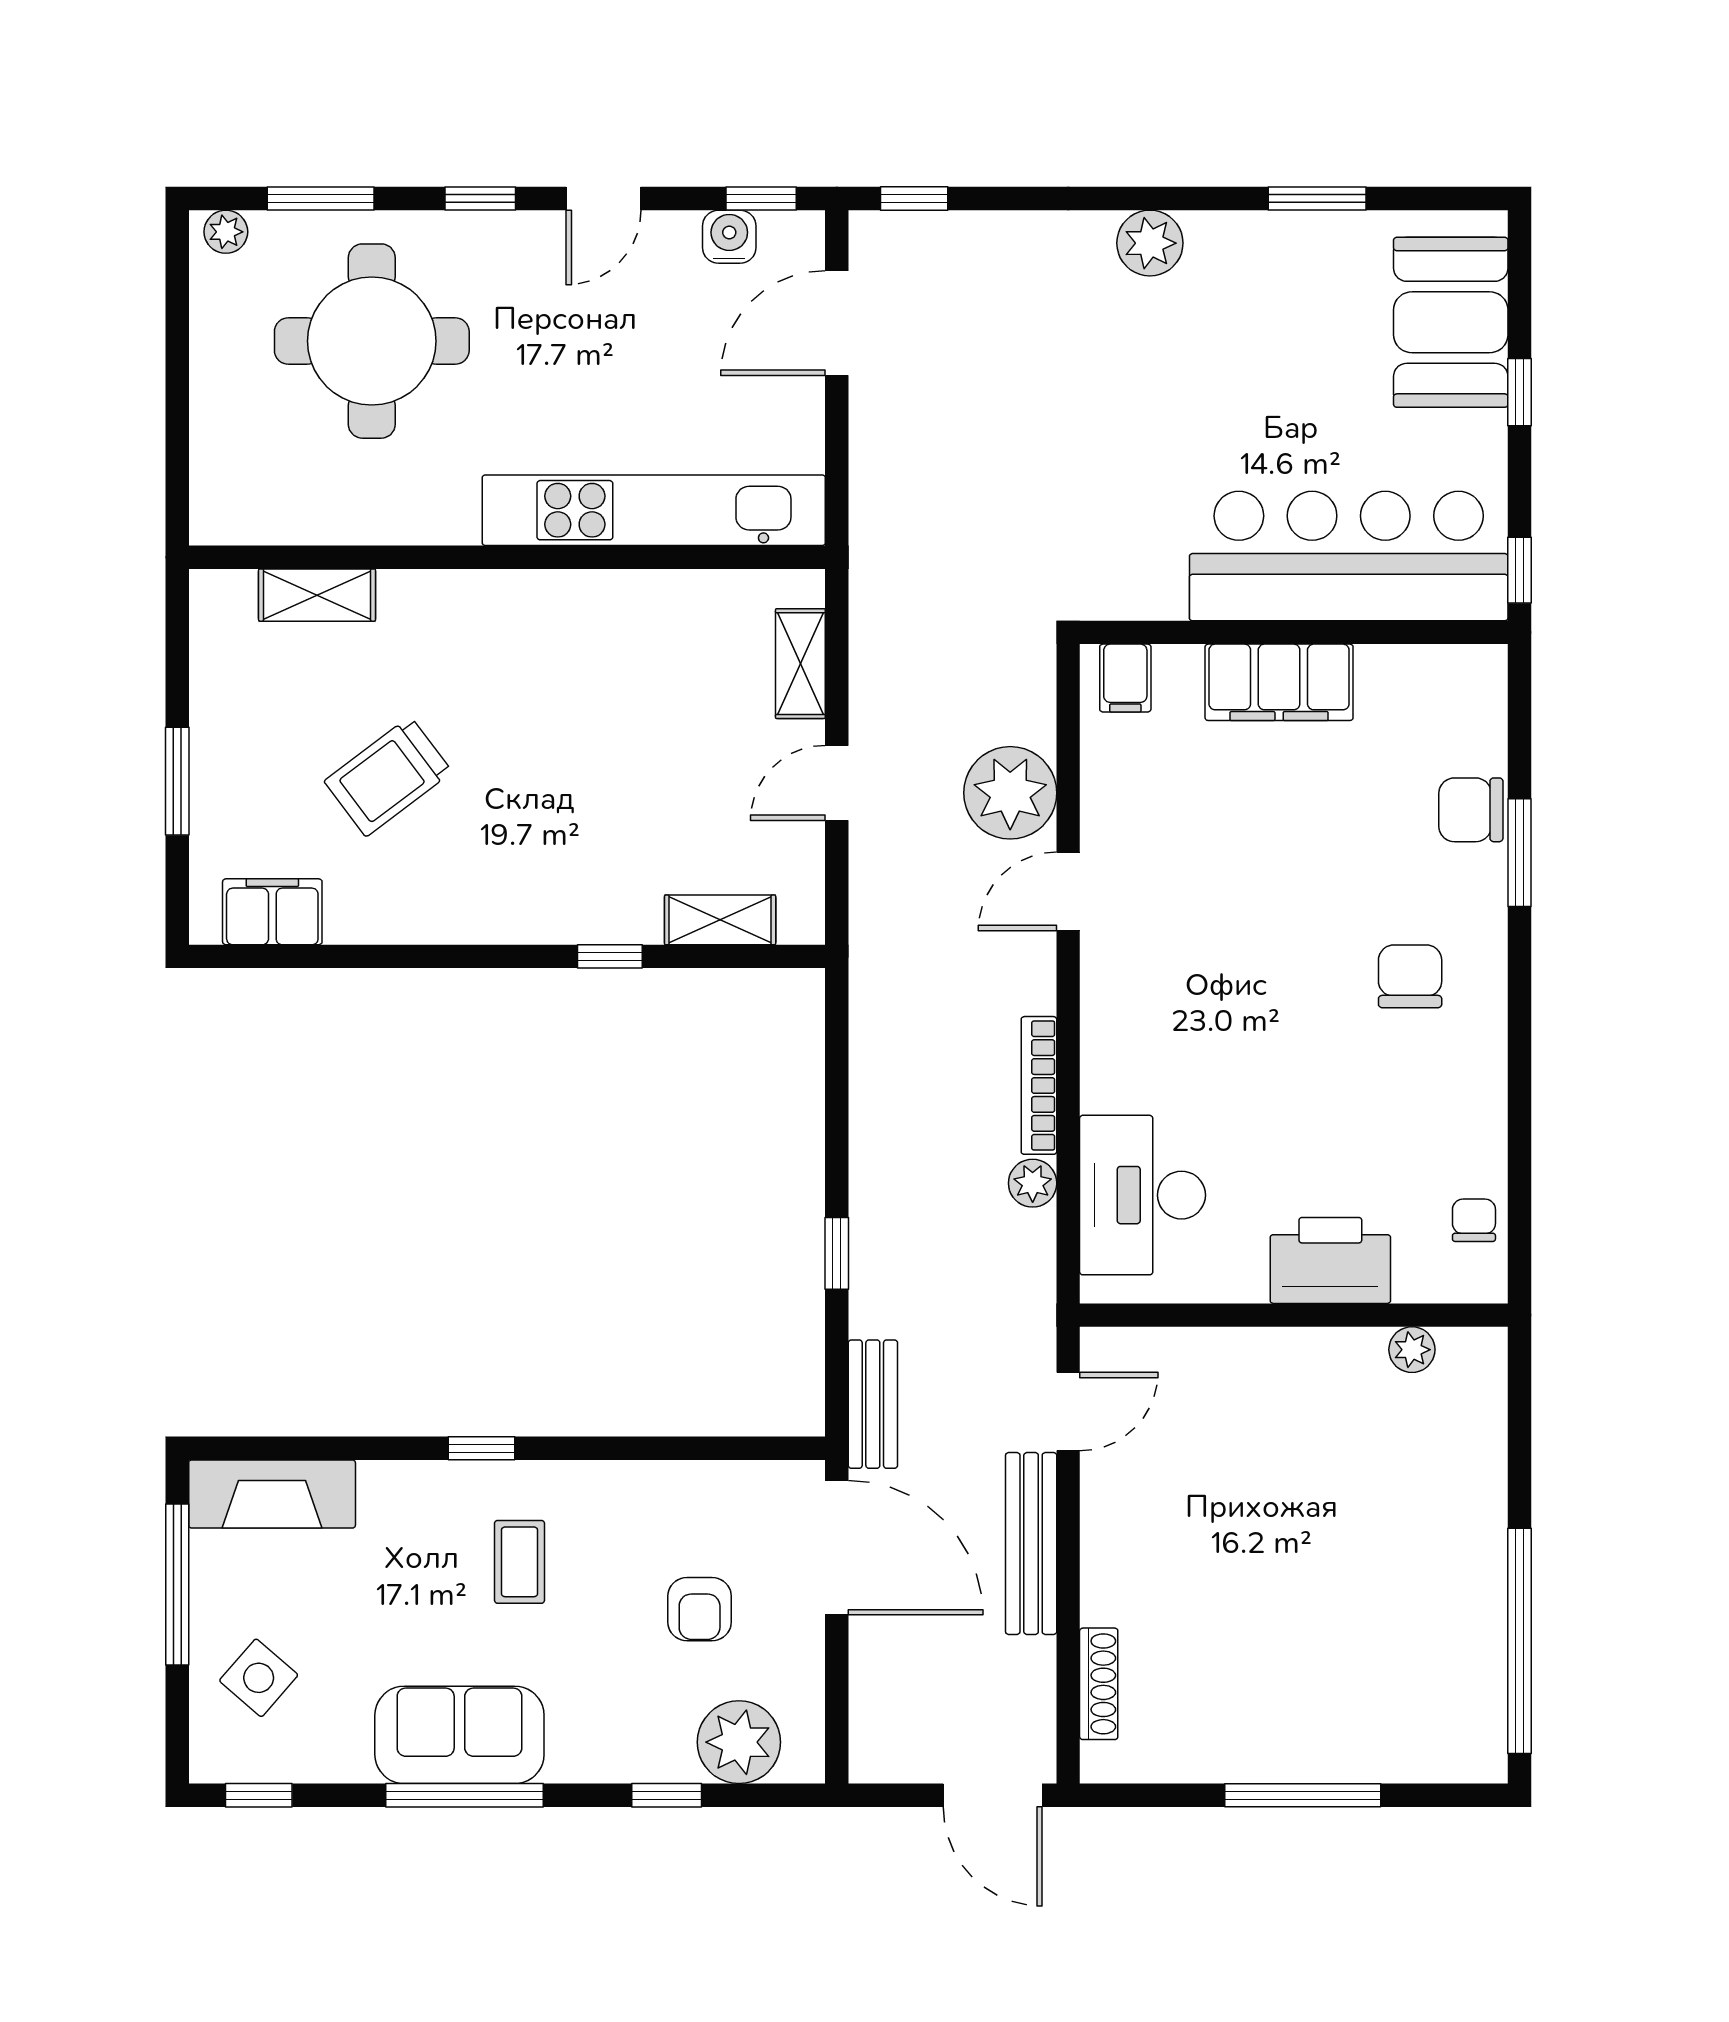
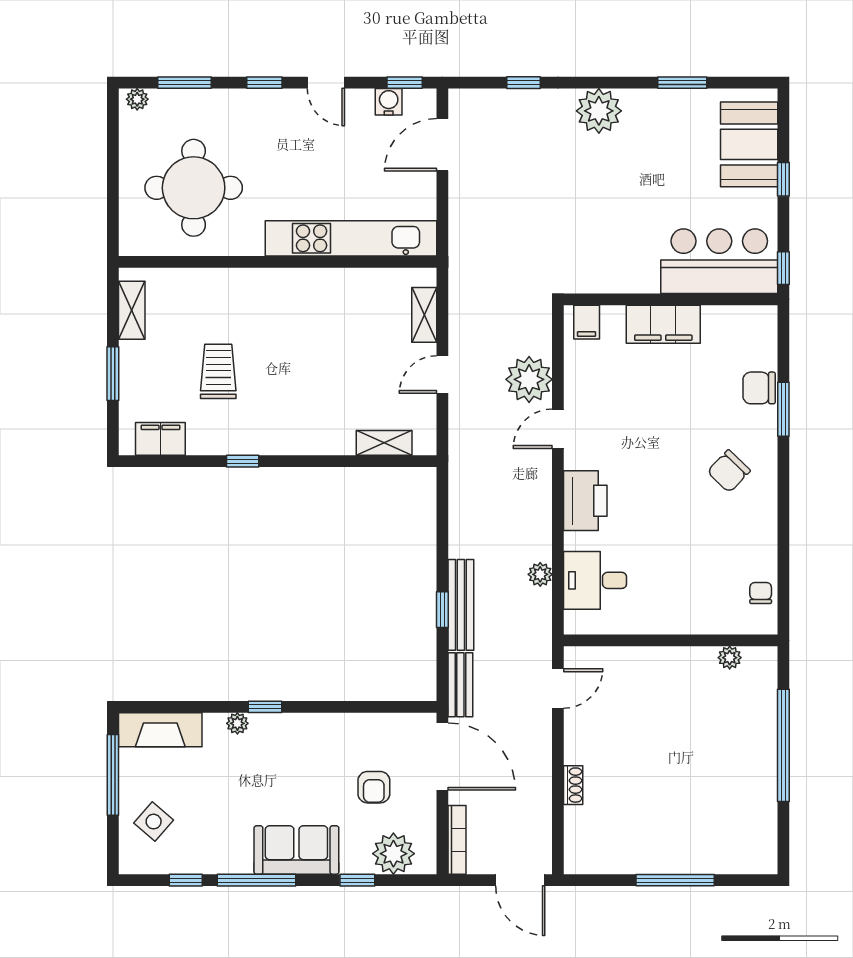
door: (604, 199) -> (326, 83), hinge flipped
window: (914, 199) -> (524, 83), moved
plant: (1150, 243) -> (599, 111), width x1.36, depth x1.36
round table: (372, 341) -> (194, 188), moved
bar counter: (1349, 556) -> (719, 261), width x0.73
shelving: (317, 595) -> (132, 310), moved, turned 90
trolley: (388, 777) -> (218, 371), turned 127
window: (610, 956) -> (243, 461), moved
chair: (1410, 976) -> (729, 471), turned -136
bookcase: (1039, 1085) -> (457, 840), moved, turned 180
desk: (1143, 1195) -> (595, 580), width x0.73
printer: (1330, 1260) -> (585, 501), moved, turned 90
plant: (426, 1481) -> (237, 723), added
bench: (1031, 1543) -> (461, 605), moved
coffee table: (519, 1562) -> (284, 764), removed
window: (1519, 1641) -> (783, 745), moved
shoe rack: (1099, 1684) -> (573, 785), moved, width x0.70
sofa: (459, 1735) -> (296, 850), moved
window: (259, 1795) -> (186, 880), moved

